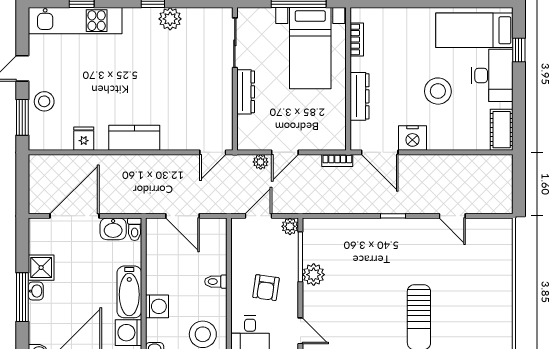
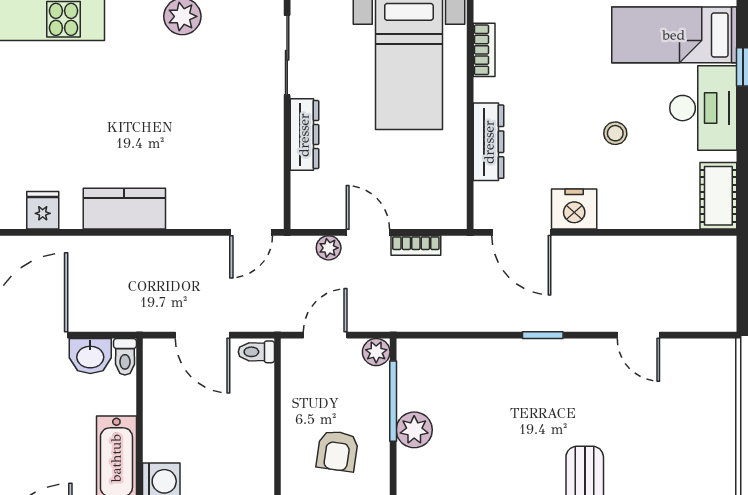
stool: (438, 91) -> (615, 133), width x0.53, depth x0.53
door: (285, 152) -> (368, 232), swing flipped
bookcase: (337, 161) -> (416, 246), moved
toilet: (216, 282) -> (256, 352), moved

